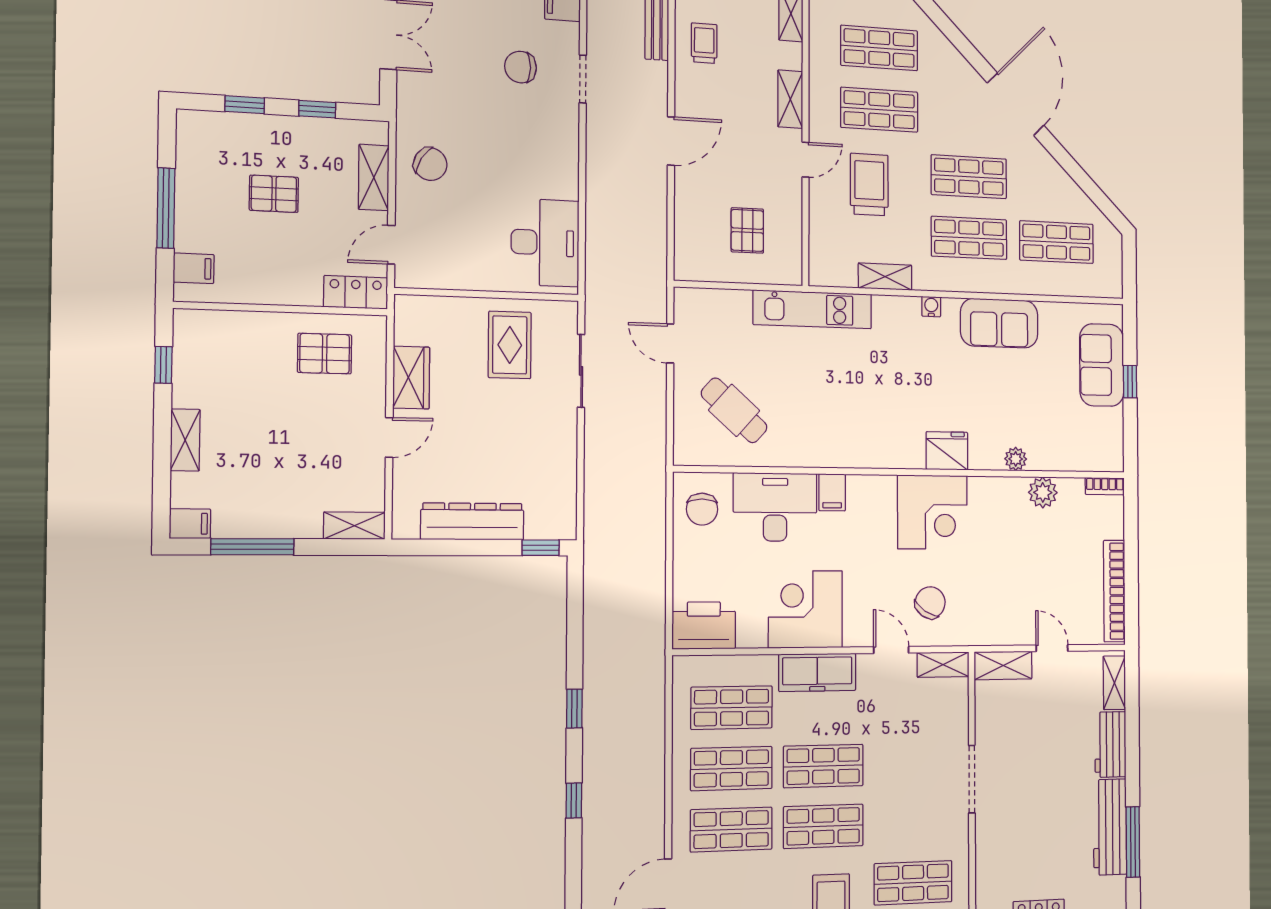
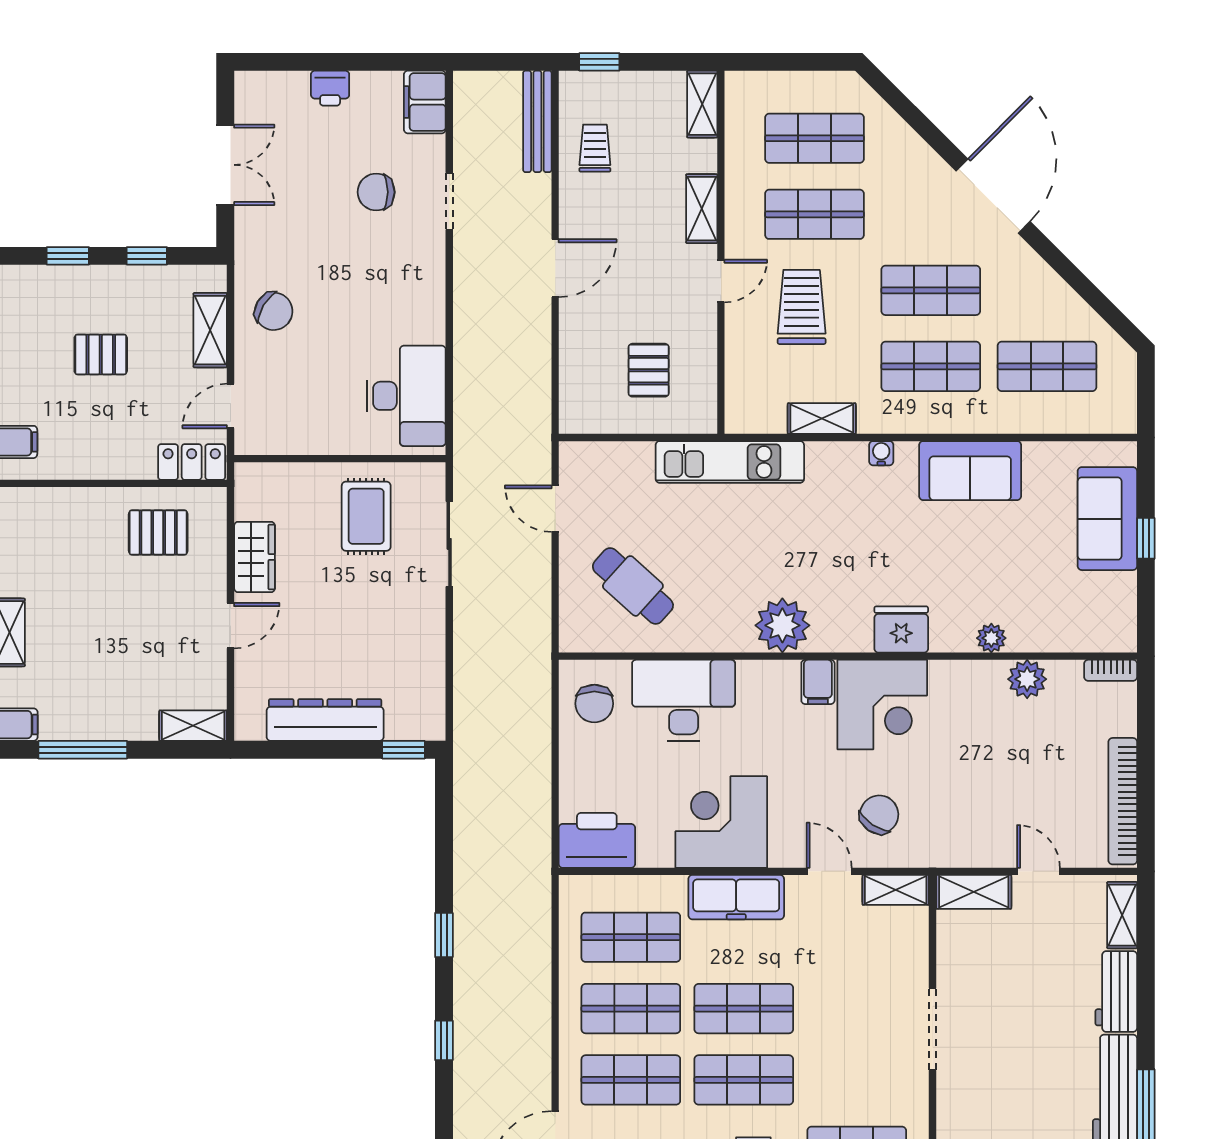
plant: (854, 446) -> (782, 625), added
filing cabinet: (832, 492) -> (818, 682), moved

